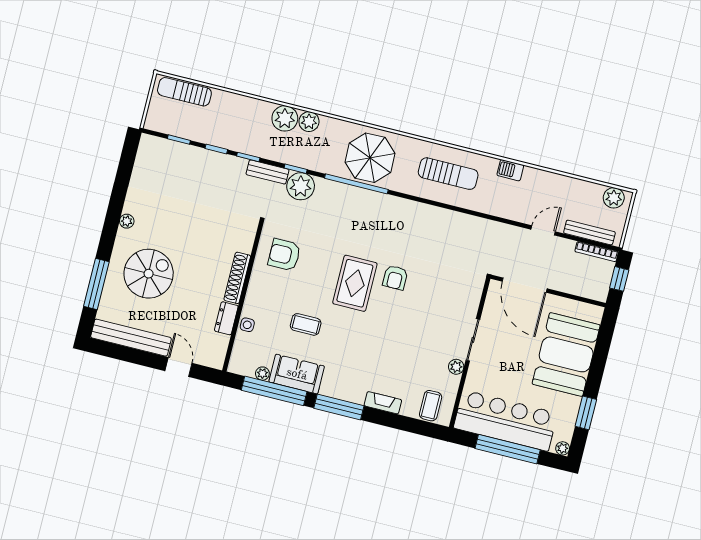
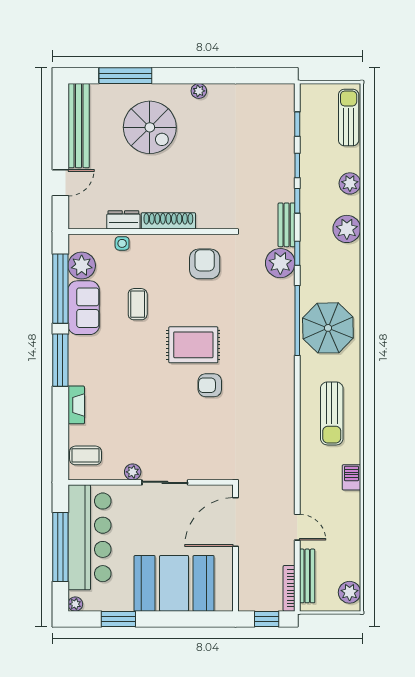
plant: (309, 122) -> (350, 183), moved
plant: (262, 374) -> (82, 266), width x1.88, depth x1.88

